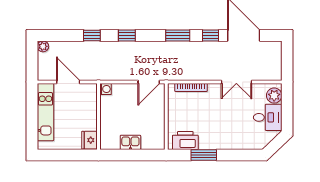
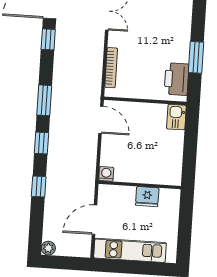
window: (178, 35) -> (44, 100), moved
fridge: (89, 140) -> (147, 197), moved
kitchen sink: (130, 142) -> (176, 117), moved

